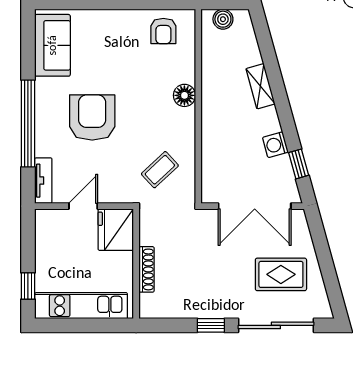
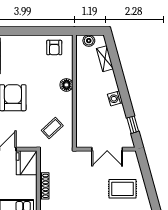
shelving: (260, 86) -> (105, 59), moved
washing machine: (275, 145) -> (115, 98), moved
double door: (255, 206) -> (107, 149), width x0.73

